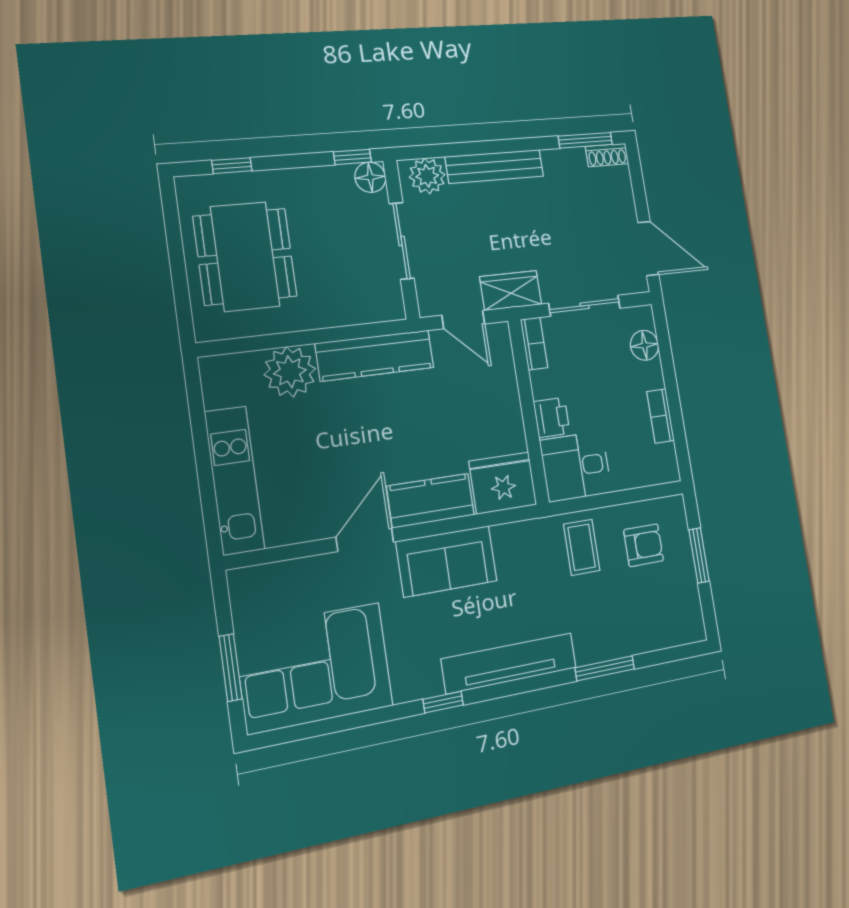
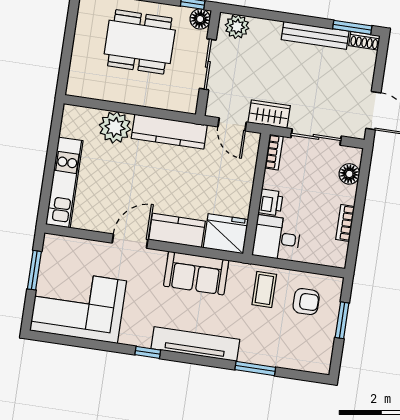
bench: (495, 166) -> (315, 35), moved
dining table: (245, 256) -> (140, 42), moved, turned 90
sofa: (447, 561) -> (196, 273), moved
window: (231, 668) -> (34, 270), moved

